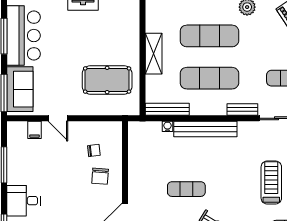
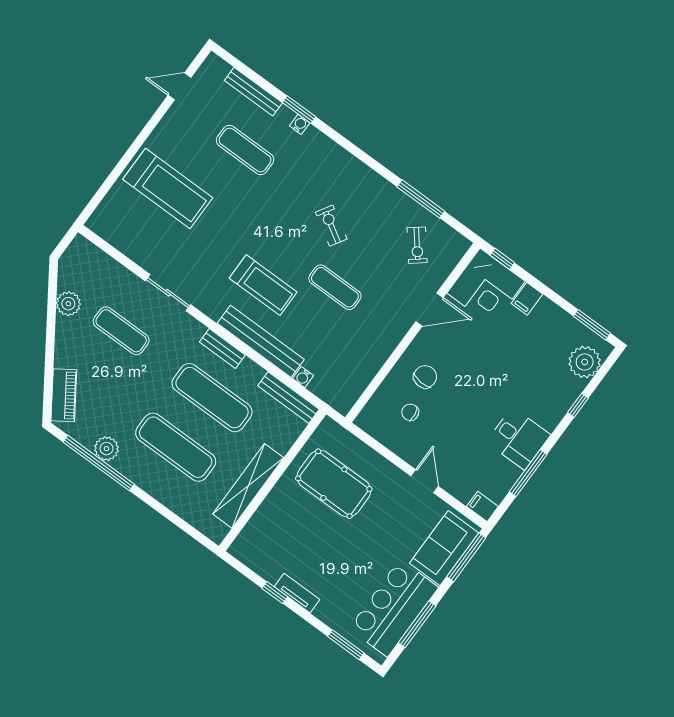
shelving: (154, 54) -> (248, 486), width x1.47
bench: (242, 109) -> (222, 348), moved
filing cabinet: (35, 130) -> (482, 507), moved, turned -90
treadmill: (271, 182) -> (263, 285), moved, turned -90
desk: (23, 201) -> (518, 438), moved

